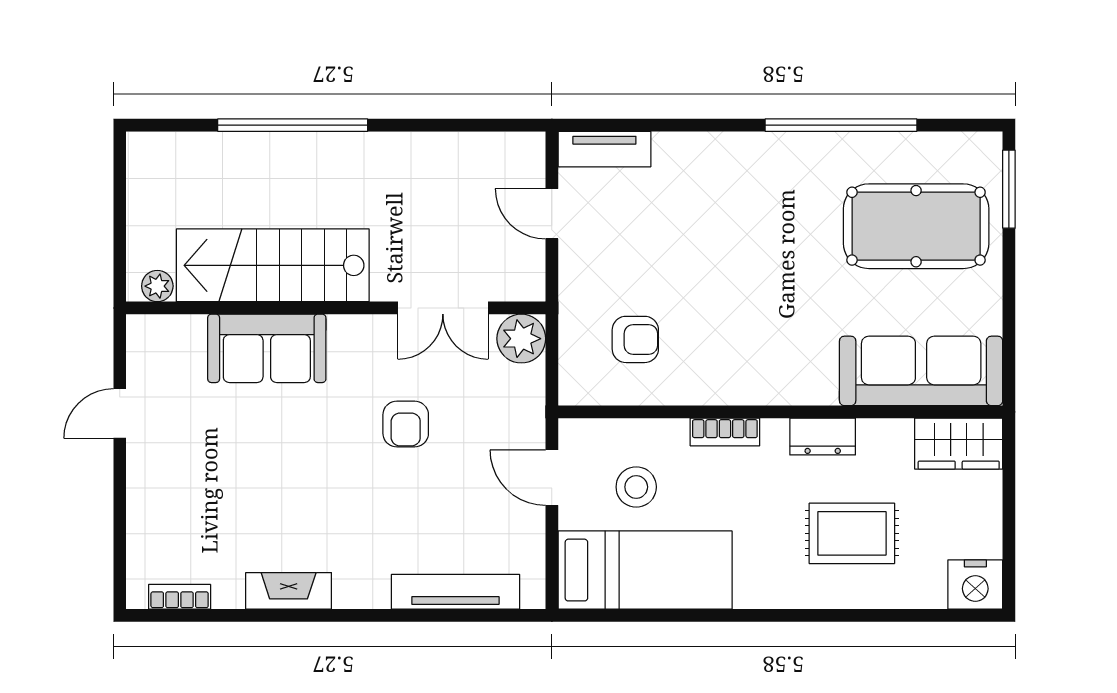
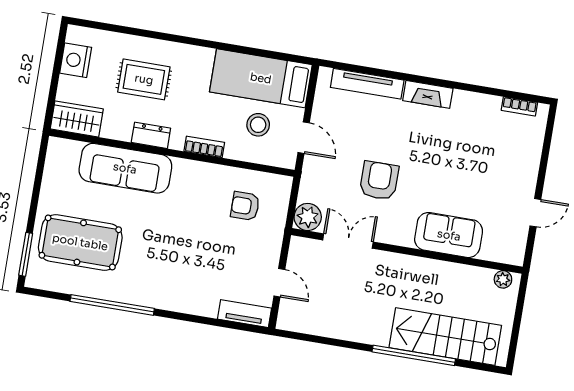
stairs: (273, 265) -> (445, 337), moved, turned 180
sofa: (921, 371) -> (125, 168), moved
armchair: (406, 424) -> (379, 181), width x1.38, depth x1.38
nightstand: (975, 585) -> (76, 60), moved, turned -90
fireplace: (289, 591) -> (428, 94), moved

